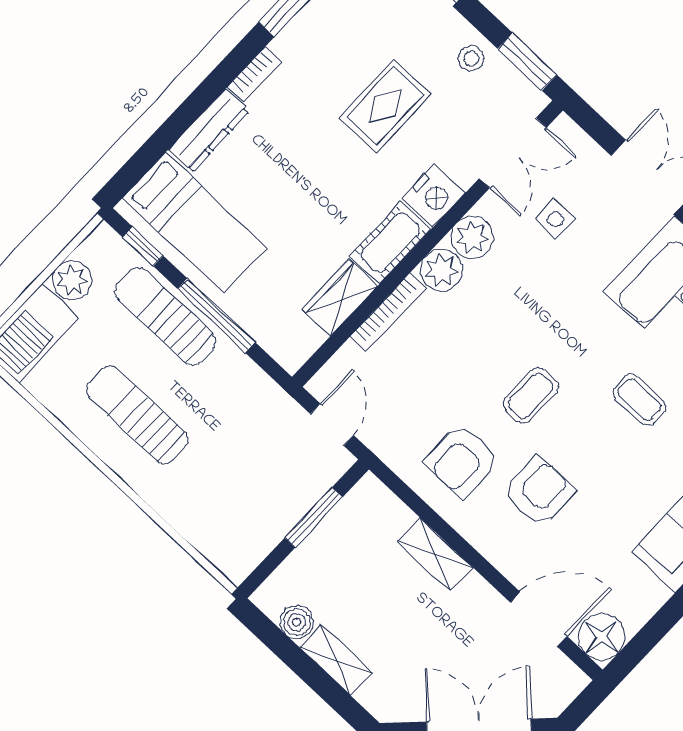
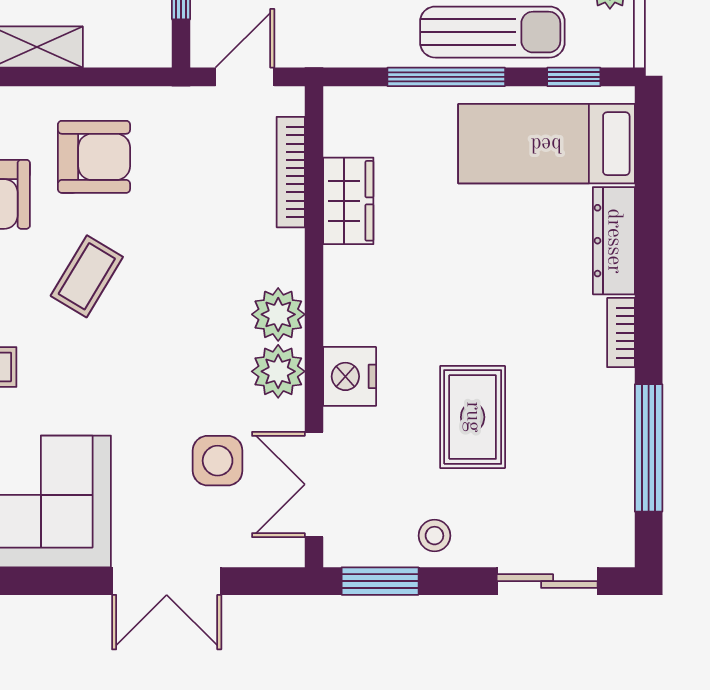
side table: (555, 219) -> (218, 461), width x1.37, depth x1.37
cot: (390, 243) -> (349, 296), removed
bookcase: (388, 312) -> (291, 172), moved
coffee table: (531, 396) -> (87, 276), turned 31
door: (332, 425) -> (245, 77), swing flipped
armchair: (462, 460) -> (94, 157), turned 90

